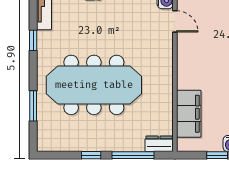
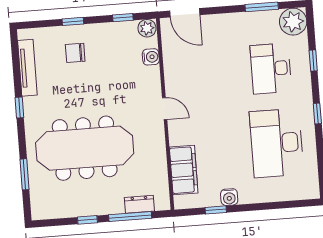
door: (175, 21) -> (165, 109), moved
dresser: (159, 144) -> (139, 204), moved

